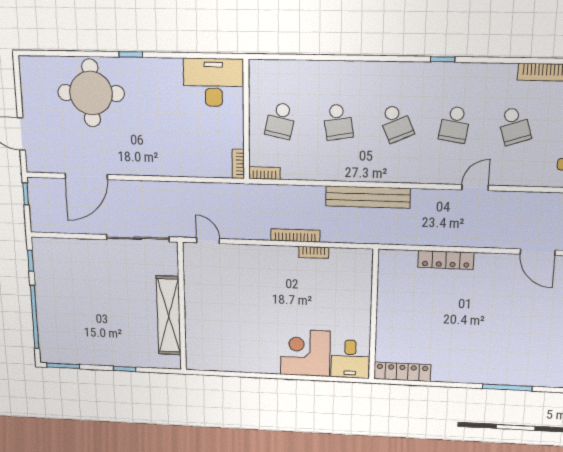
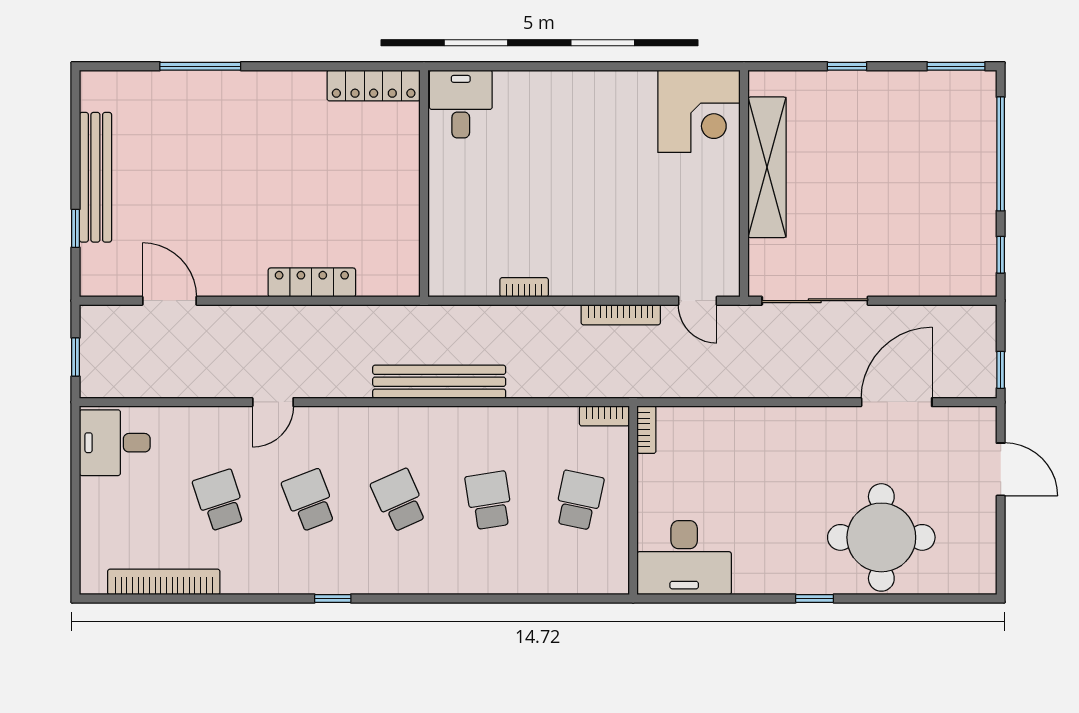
school desk: (455, 124) -> (309, 500), turned -30
bookcase: (295, 235) -> (621, 315), moved
corner desk: (305, 353) -> (699, 111), moved

